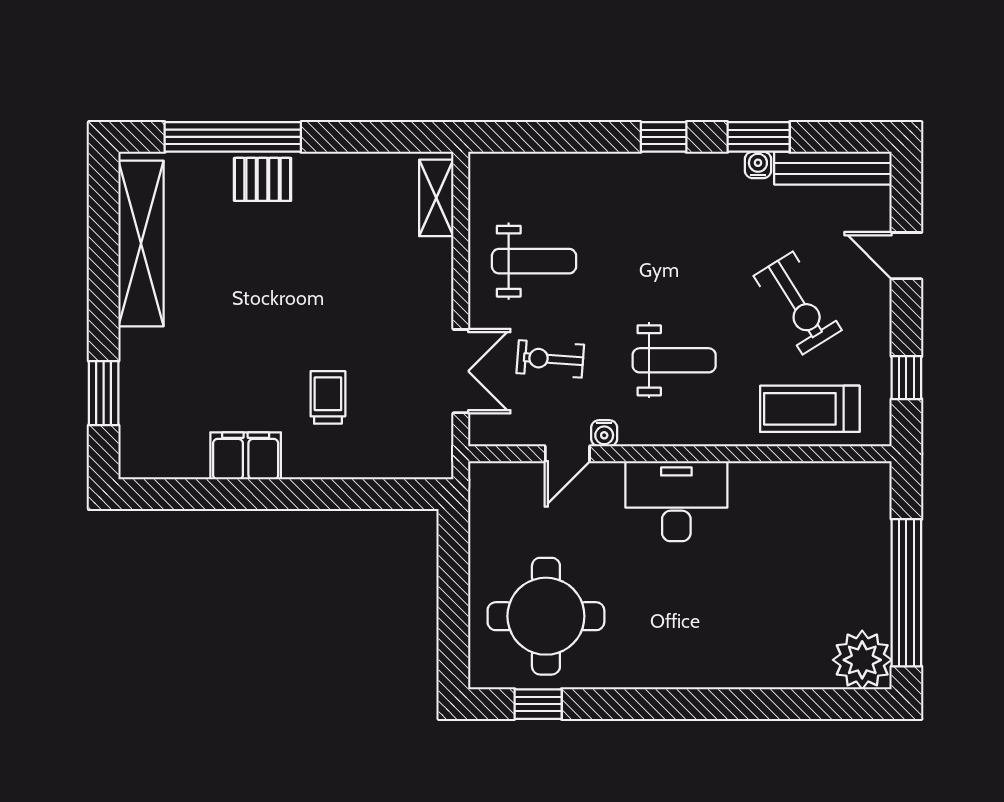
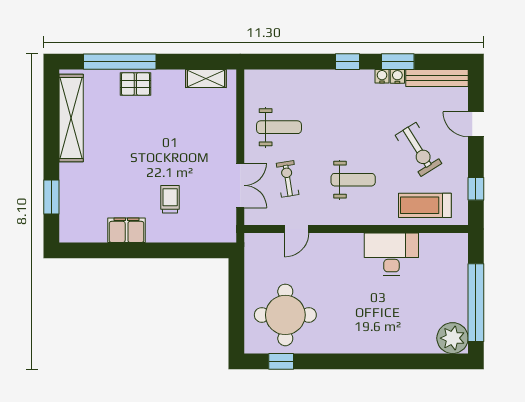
shelving: (436, 198) -> (206, 78), moved, turned 90
exercise bike: (550, 359) -> (288, 179), turned 77
water cooler: (604, 433) -> (382, 76), moved, turned 180
desk: (676, 501) -> (391, 254), moved

